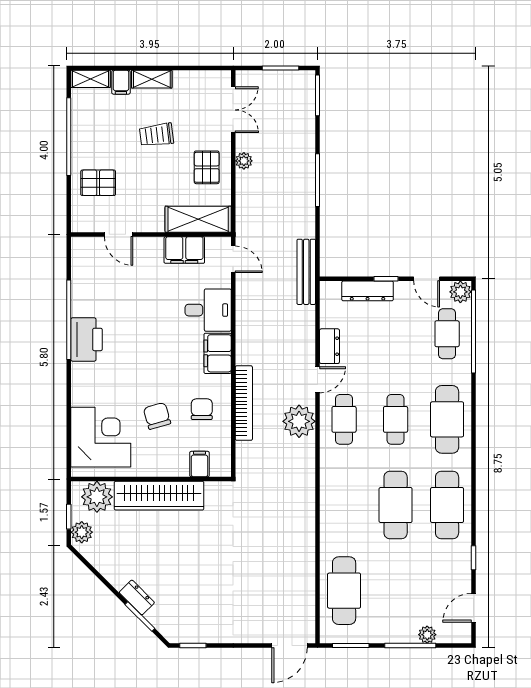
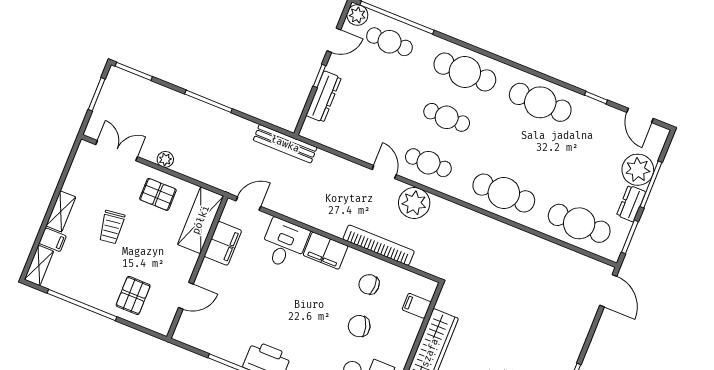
dresser: (329, 346) -> (631, 204), moved, turned -90
cafe table: (396, 505) -> (504, 193), moved
plant: (427, 635) -> (638, 170), width x1.88, depth x1.88

